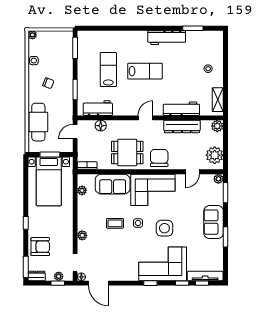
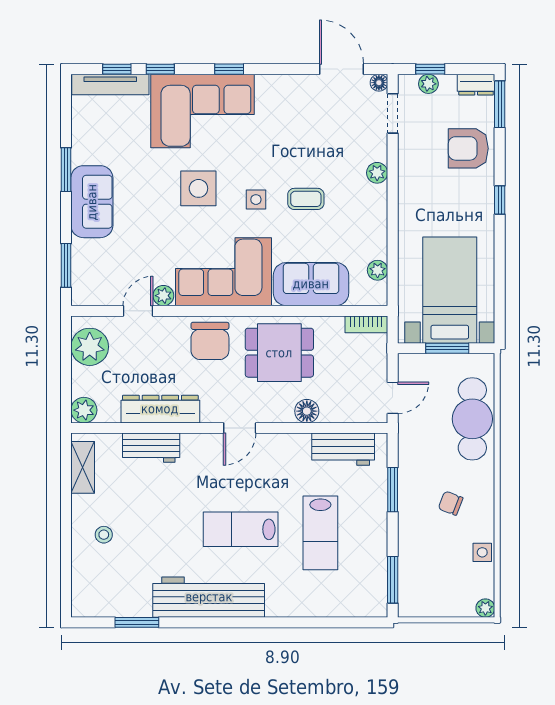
workbench: (167, 38) -> (209, 597), width x1.36, depth x1.32
workbench: (181, 109) -> (151, 448), width x0.73
floor lamp: (101, 126) -> (307, 411), moved
plant: (218, 179) -> (163, 296), moved

